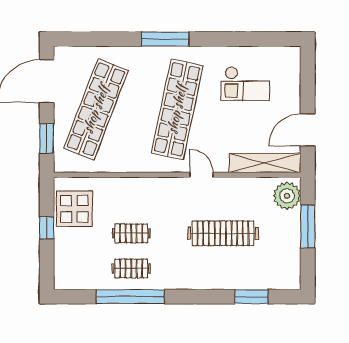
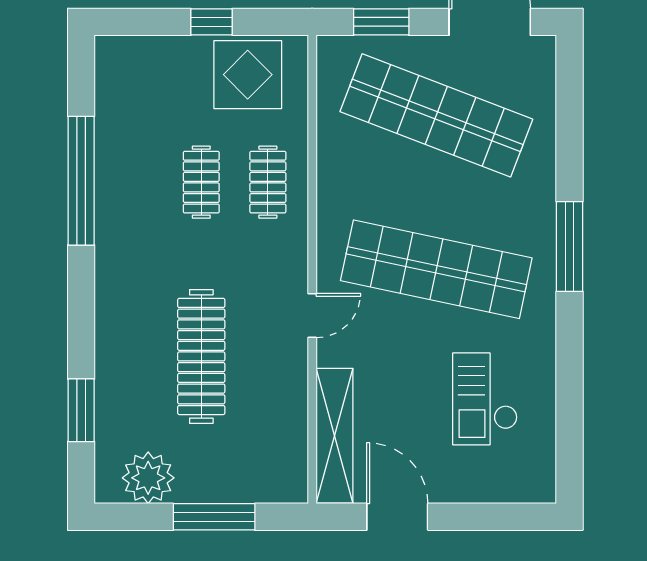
plant: (287, 196) -> (148, 478), moved
clothes rail: (131, 268) -> (268, 182), moved

